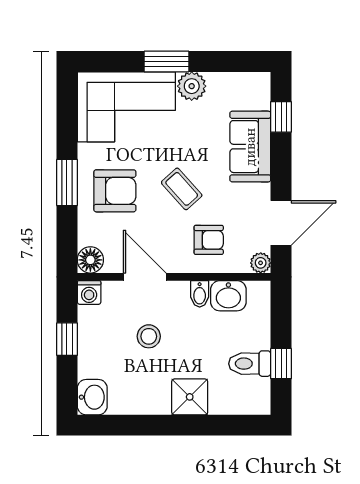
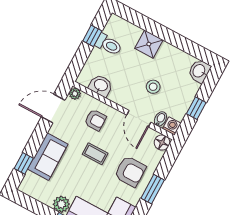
coffee table: (182, 189) -> (95, 154), turned -48
armchair: (115, 191) -> (130, 171), turned 180
armchair: (209, 240) -> (95, 120), turned 180
bidet: (200, 294) -> (160, 119), moved

